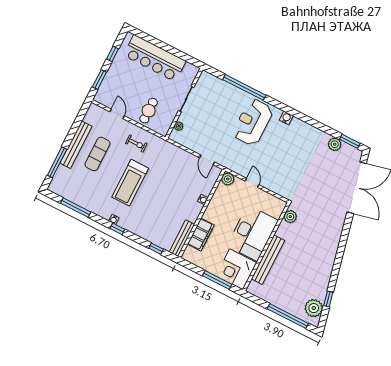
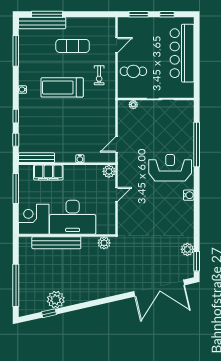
bench: (76, 145) -> (42, 23), moved
window: (117, 229) -> (16, 116), moved
window: (217, 280) -> (16, 189), moved
plant: (314, 308) -> (56, 300), moved

